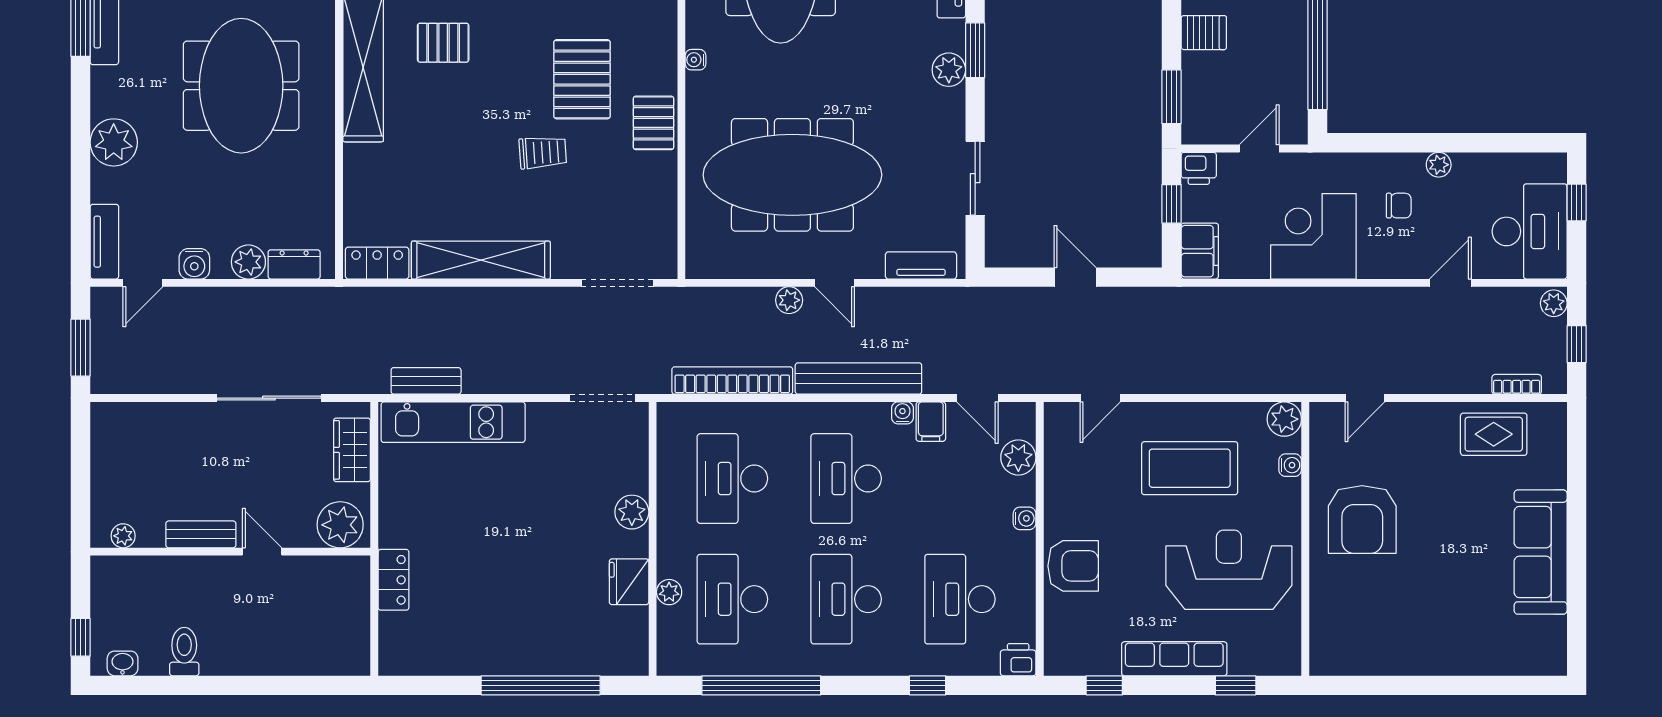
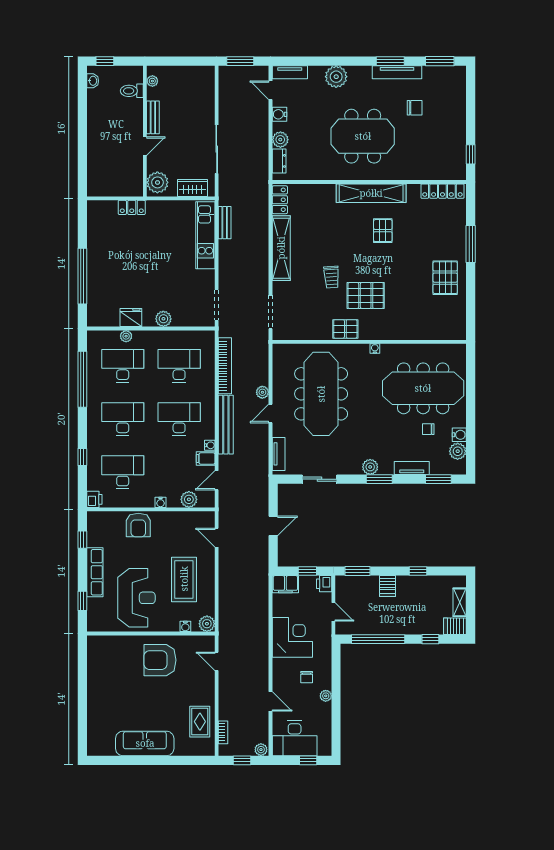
toilet: (184, 652) -> (132, 91), moved, turned 180

